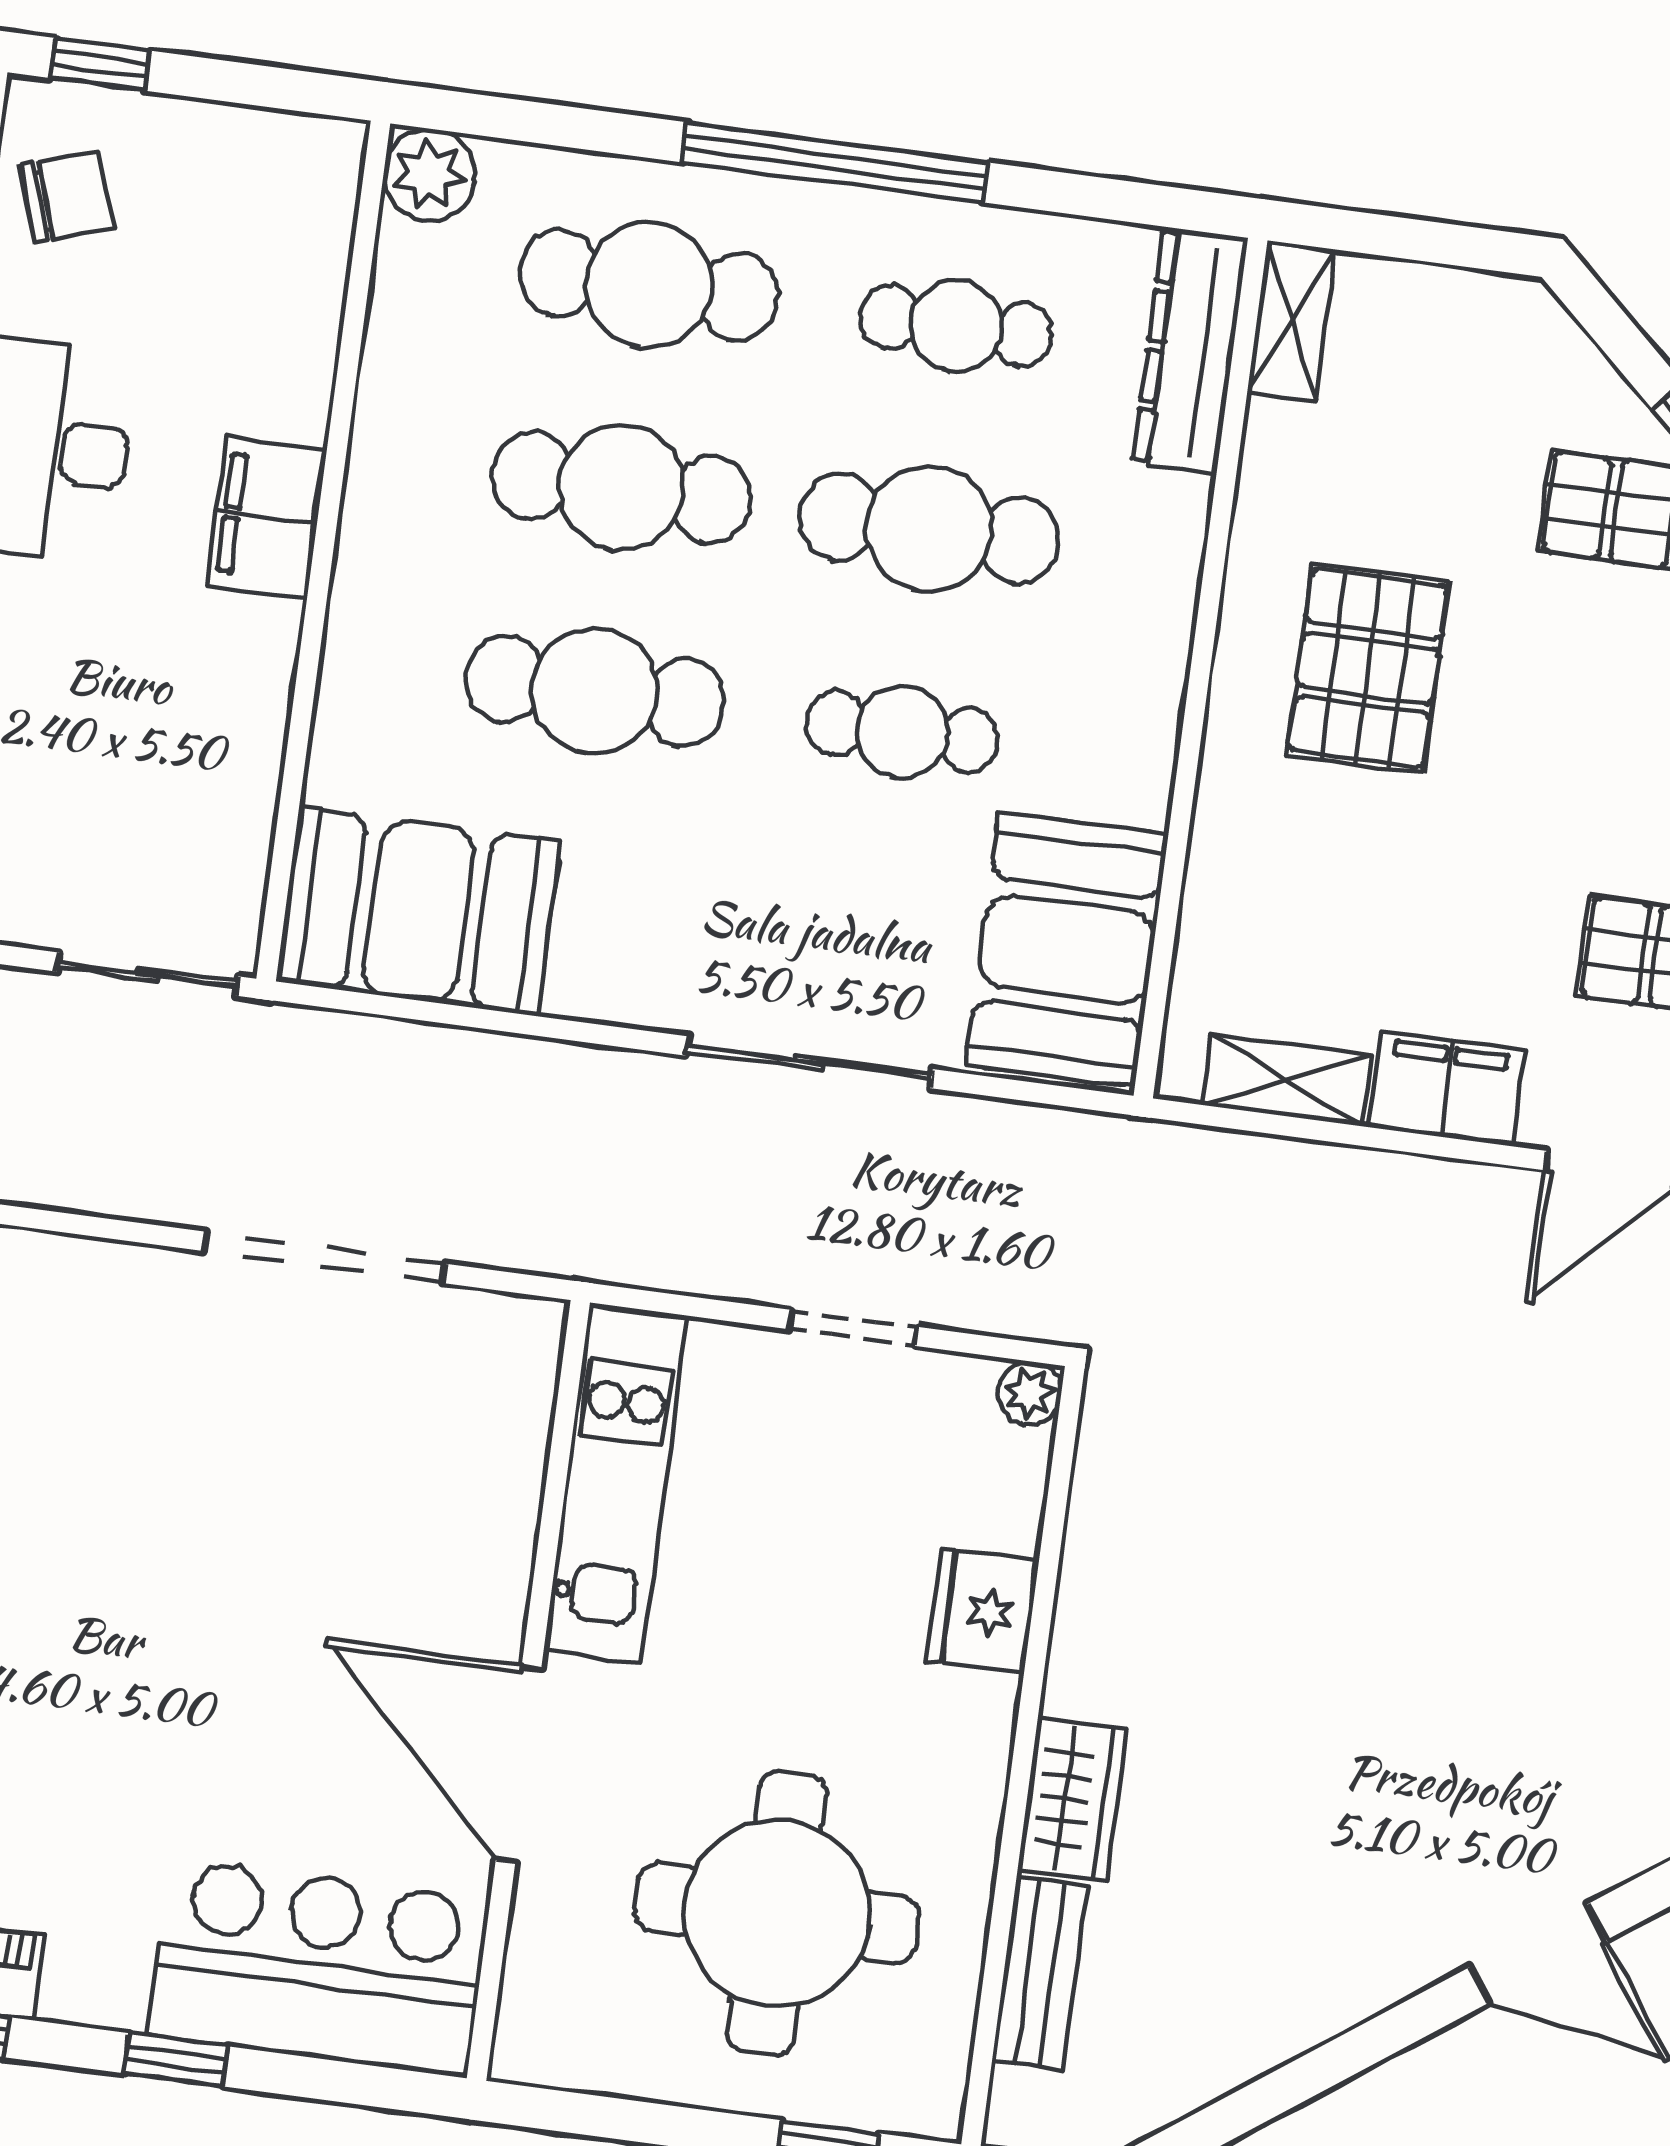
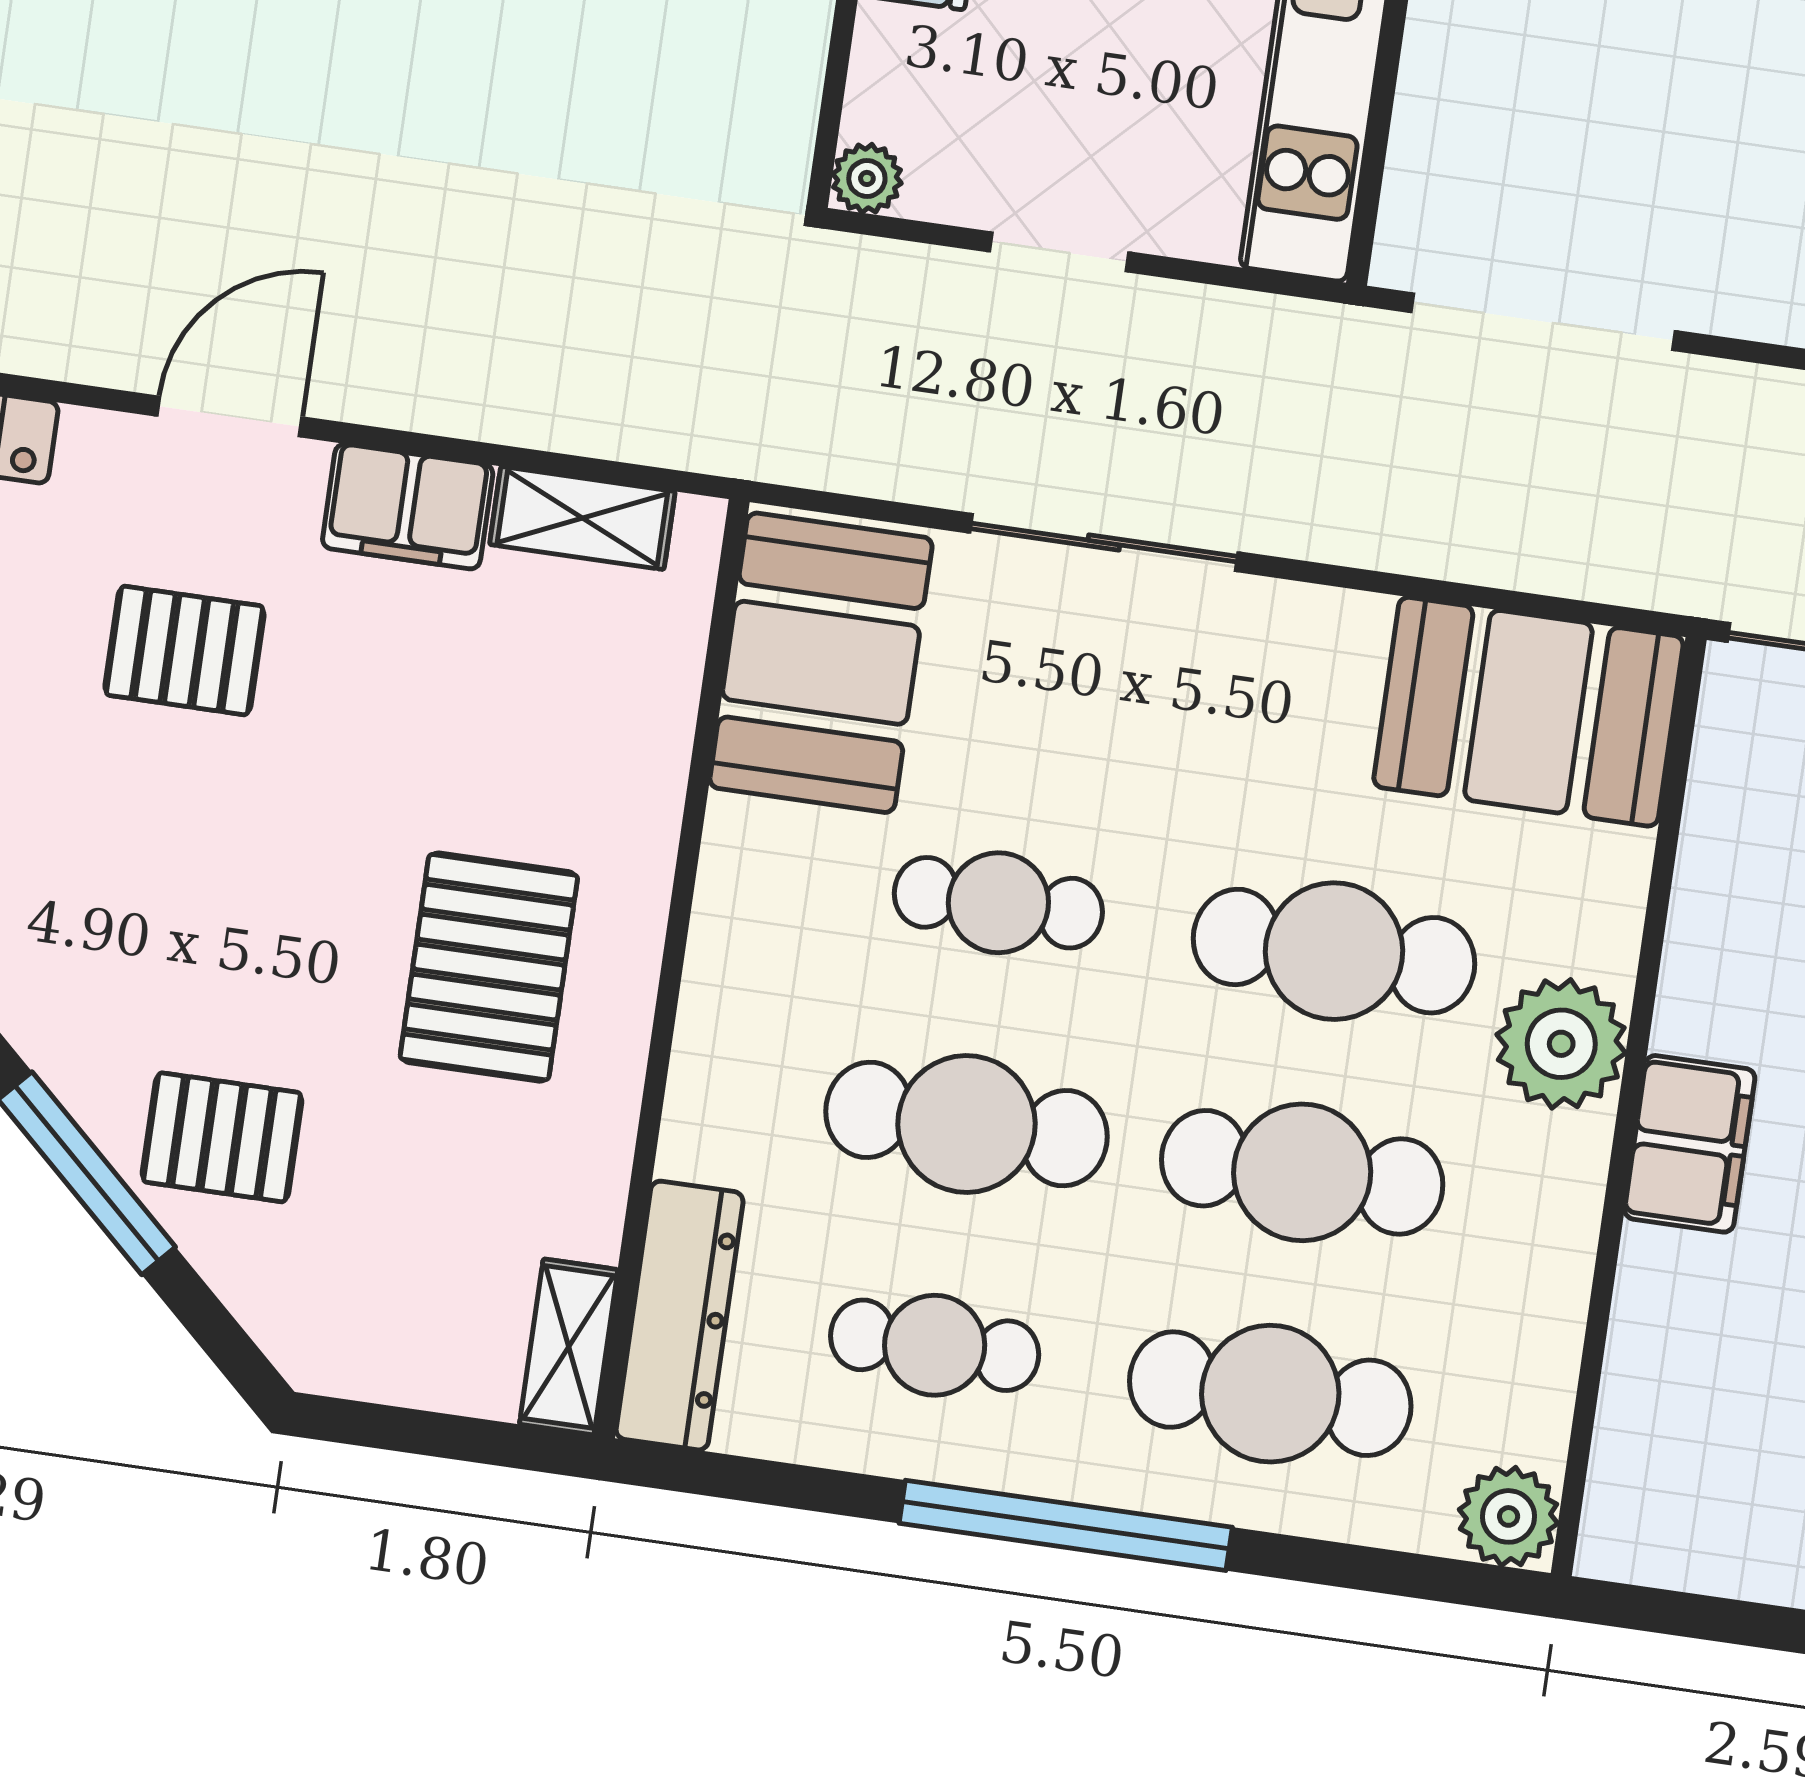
plant: (386, 608) -> (1561, 1044), added
doorway: (324, 1257) -> (1543, 322), moved

